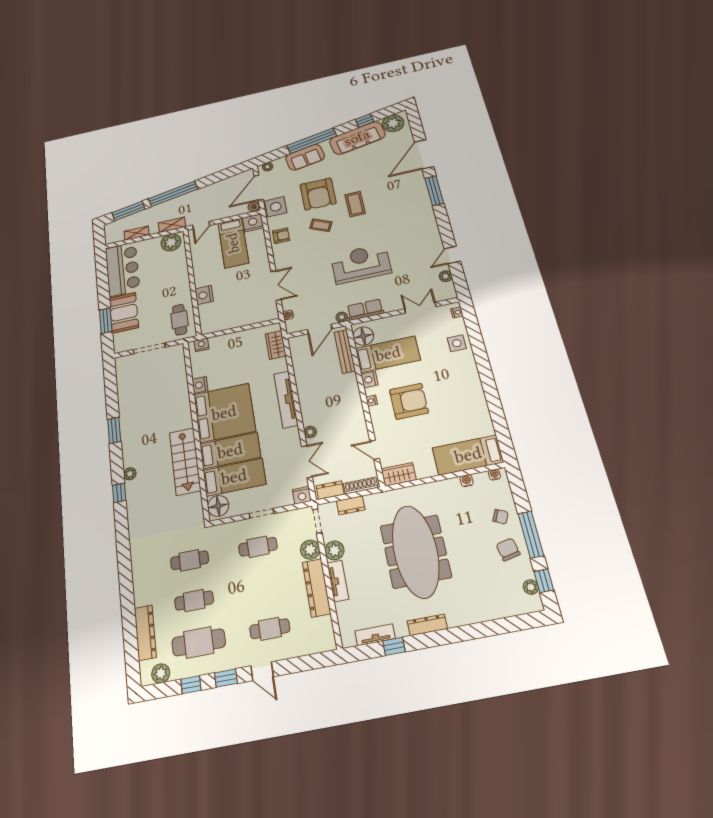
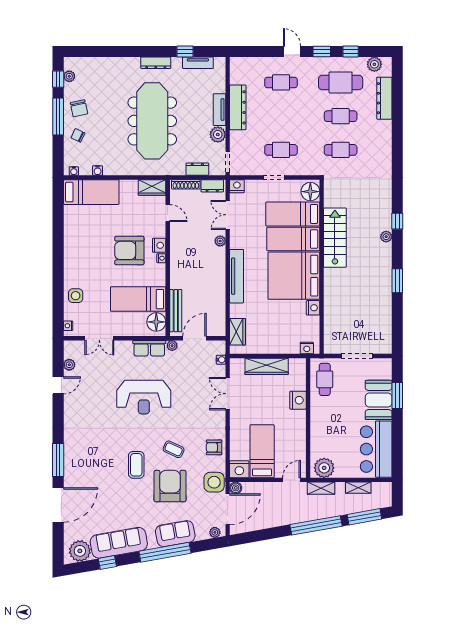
wardrobe: (240, 319) -> (267, 366), added
nightstand: (369, 379) -> (159, 245), moved
plant: (310, 550) -> (238, 139), removed

